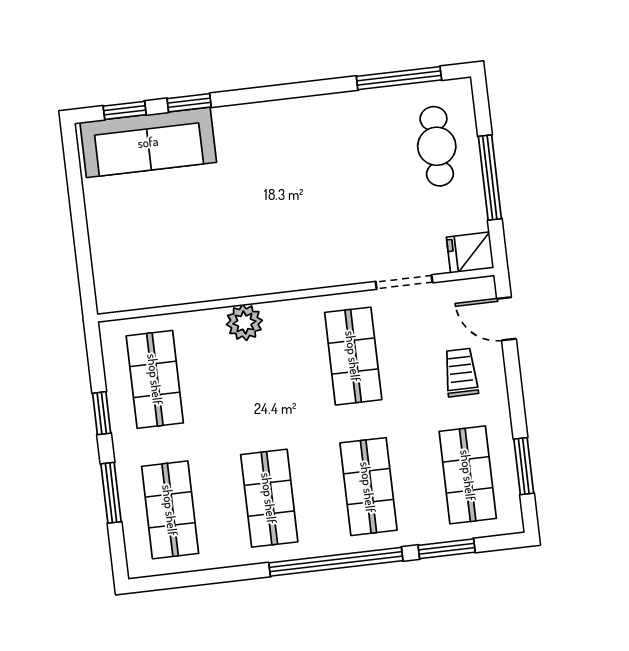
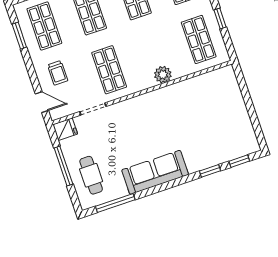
sofa: (148, 142) -> (155, 172), moved

